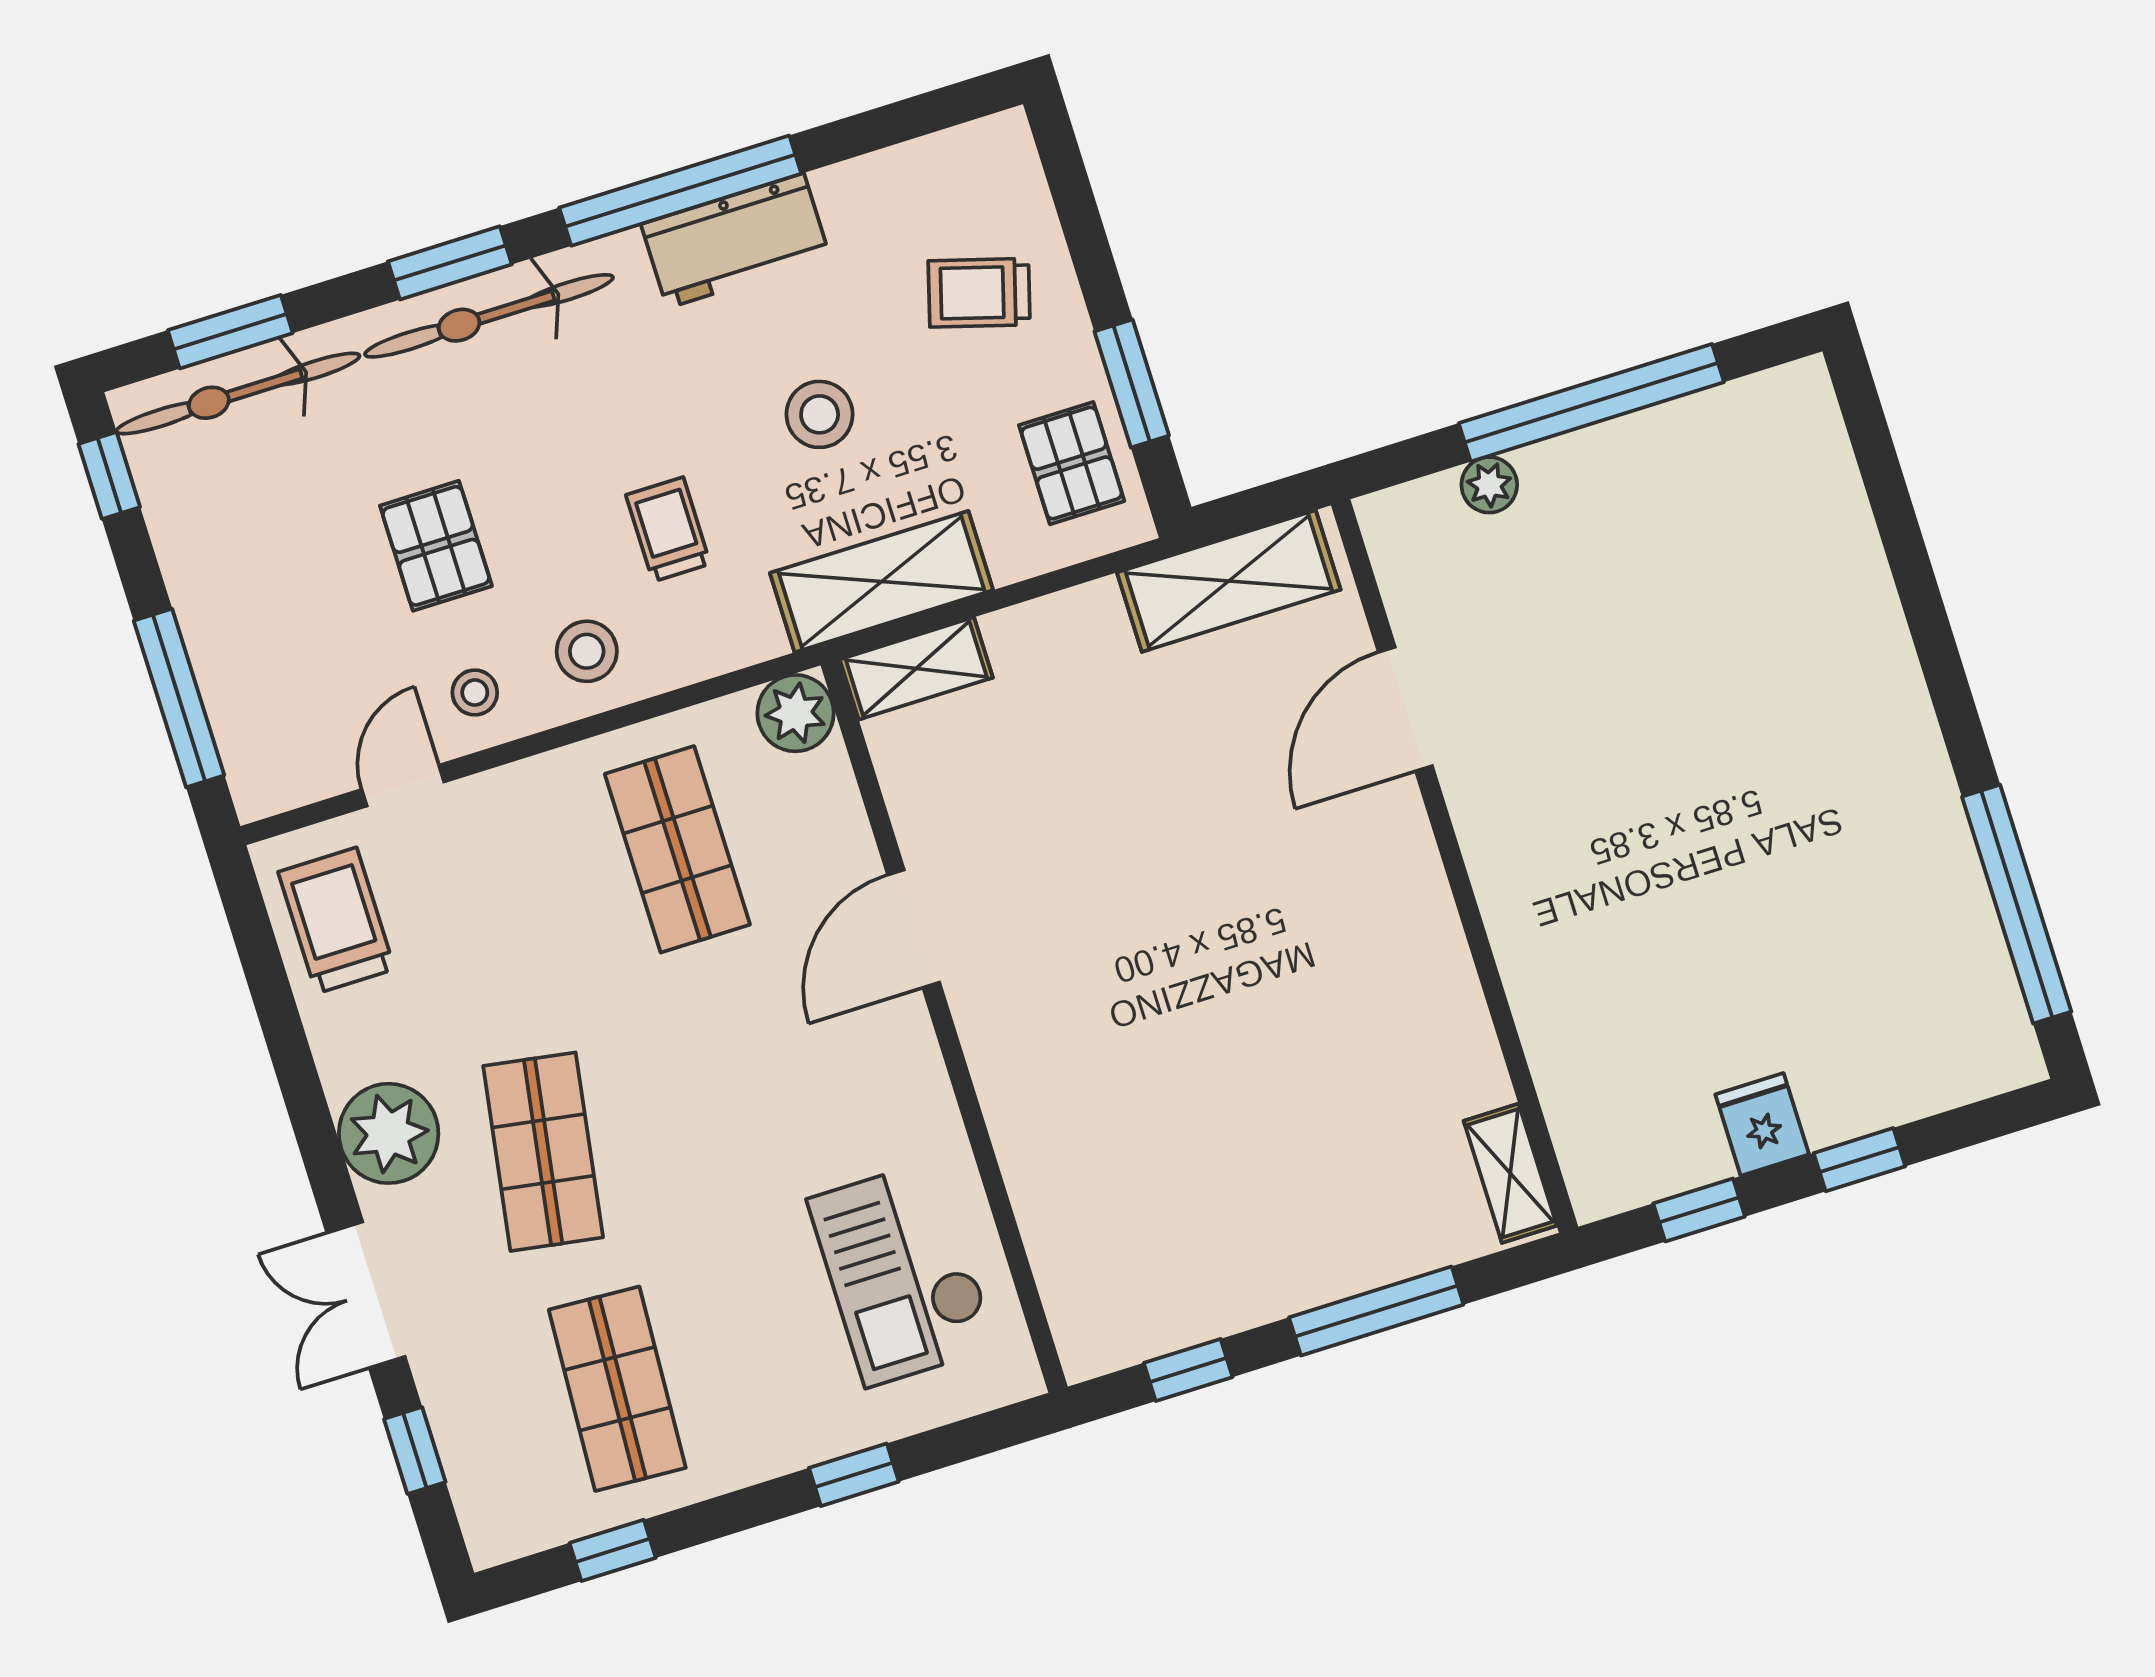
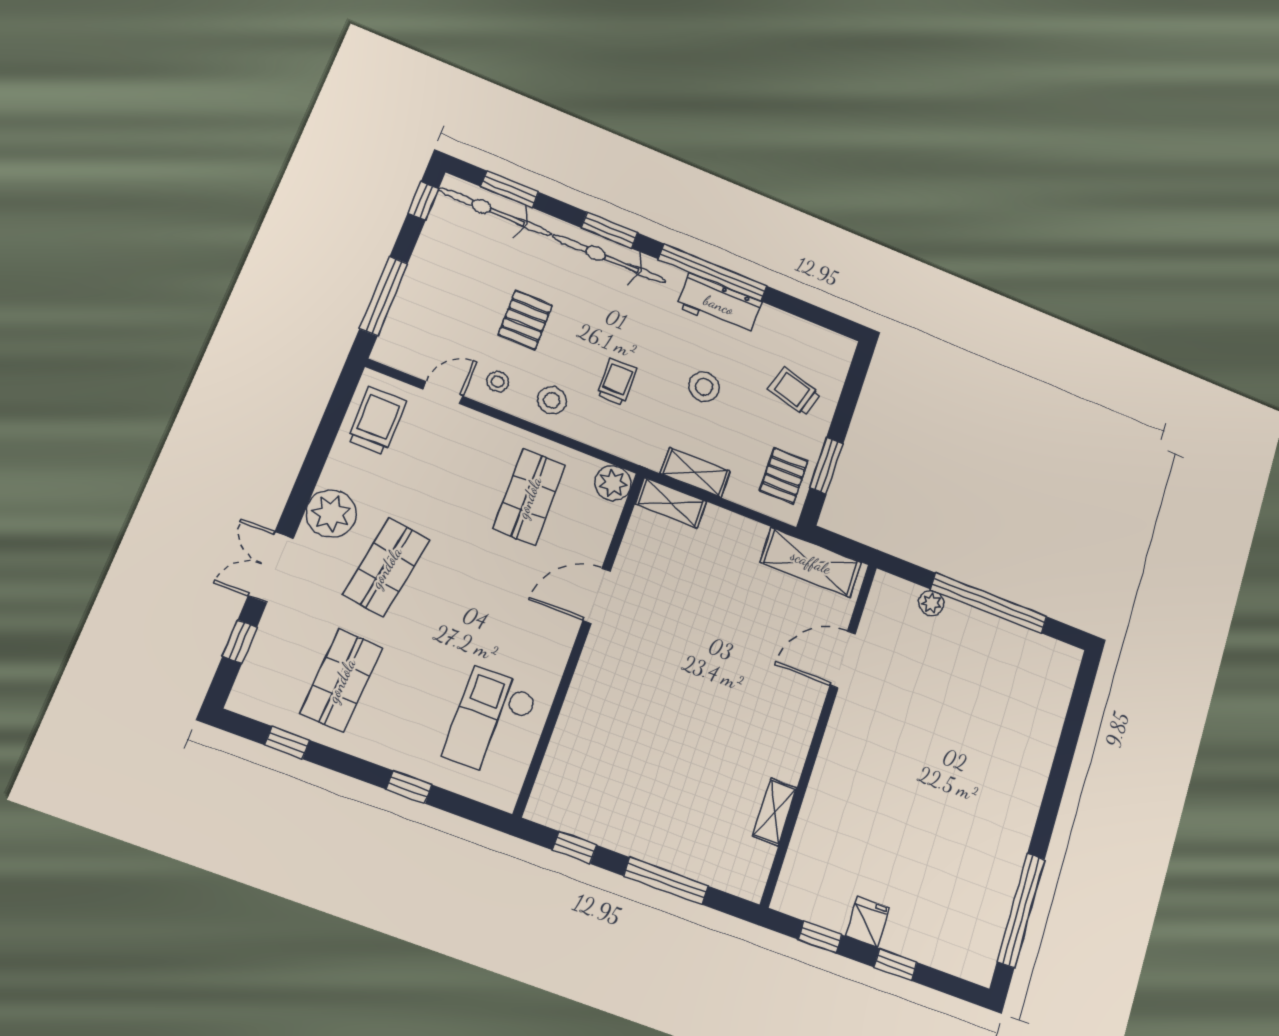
shelving: (882, 582) -> (695, 472), width x0.67, depth x0.75
shelving: (1510, 1173) -> (775, 812), moved

